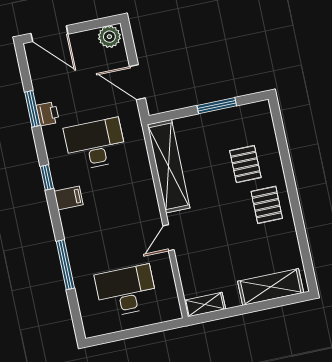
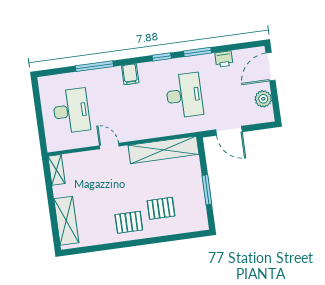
plant: (109, 37) -> (263, 99), moved
door: (137, 82) -> (229, 131), swing flipped
window: (32, 109) -> (198, 52), moved
printer: (48, 114) -> (224, 59), moved
filing cabinet: (69, 198) -> (130, 74), moved

